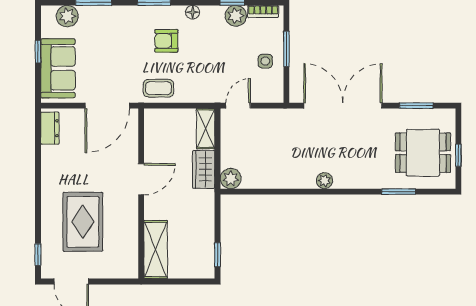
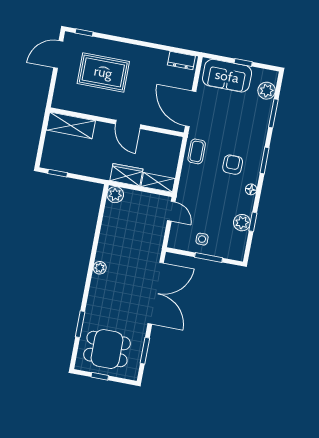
bookcase: (263, 11) -> (241, 245), removed
dining table: (423, 153) -> (107, 349), turned 90

